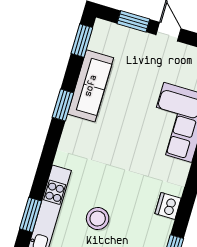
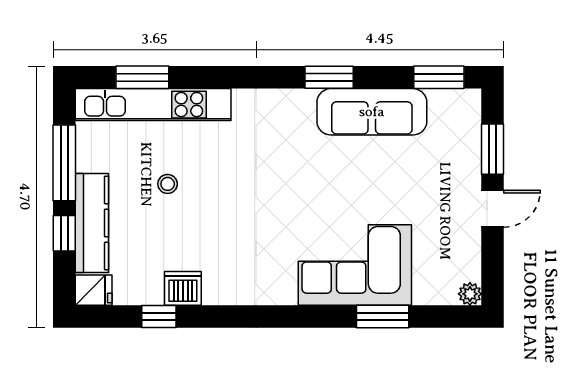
dishwasher: (168, 206) -> (183, 288), moved
stool: (98, 219) -> (168, 184), width x0.53, depth x0.53

